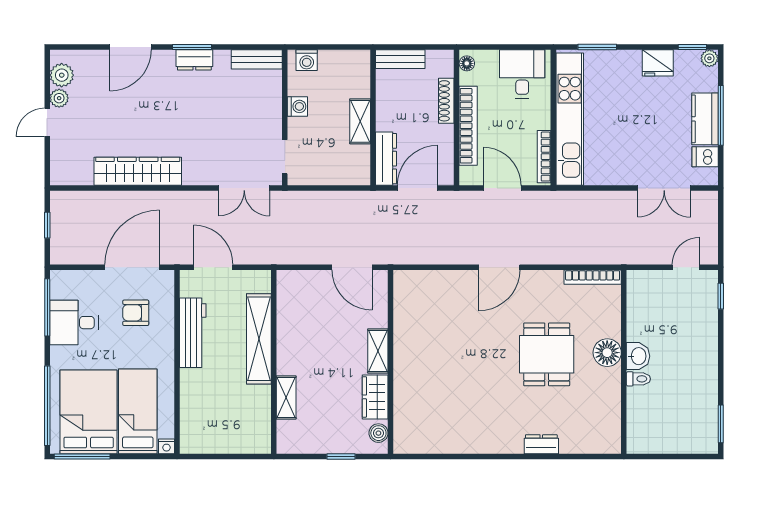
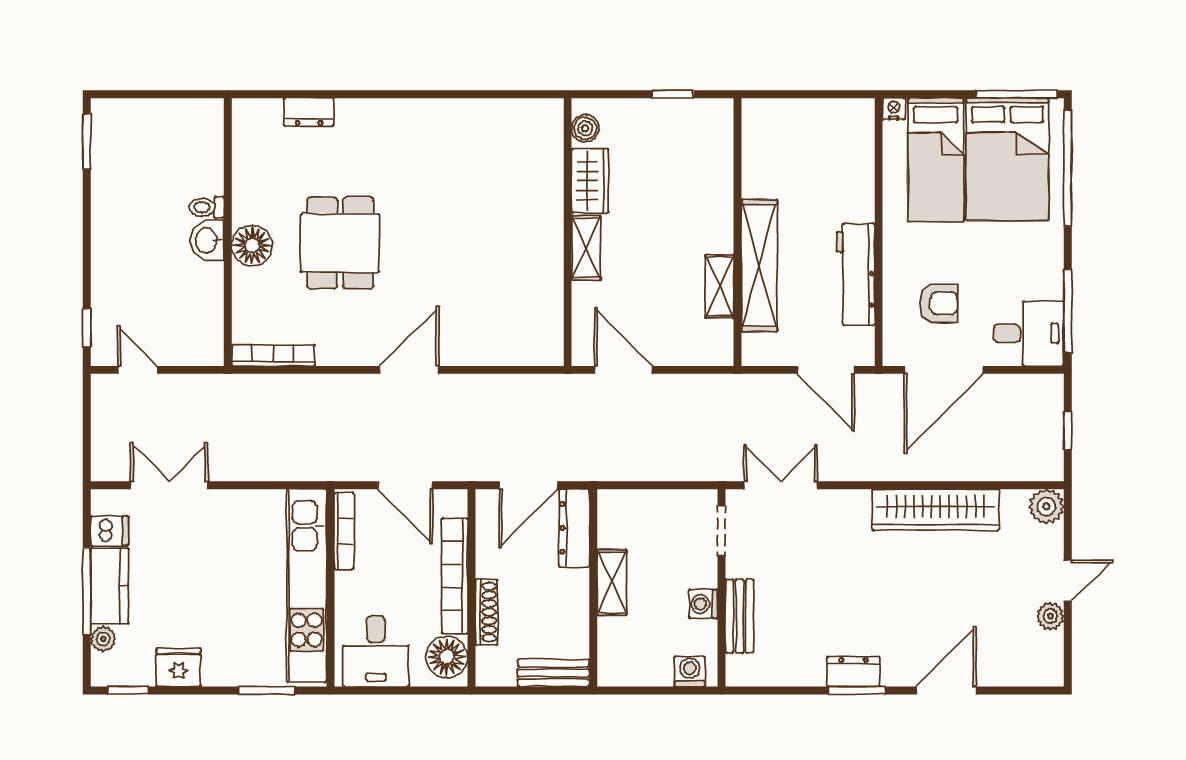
plant: (709, 58) -> (103, 639), moved
bench: (257, 59) -> (739, 616), moved, turned 90
floor lamp: (467, 63) -> (447, 657), width x1.89, depth x1.89
plant: (62, 75) -> (1047, 506), moved
door: (686, 267) -> (137, 370), swing flipped
desk: (74, 323) -> (1029, 333), moved
shelving: (286, 397) -> (720, 286), moved
dresser: (541, 444) -> (309, 112), moved
window: (341, 456) -> (673, 94), moved

